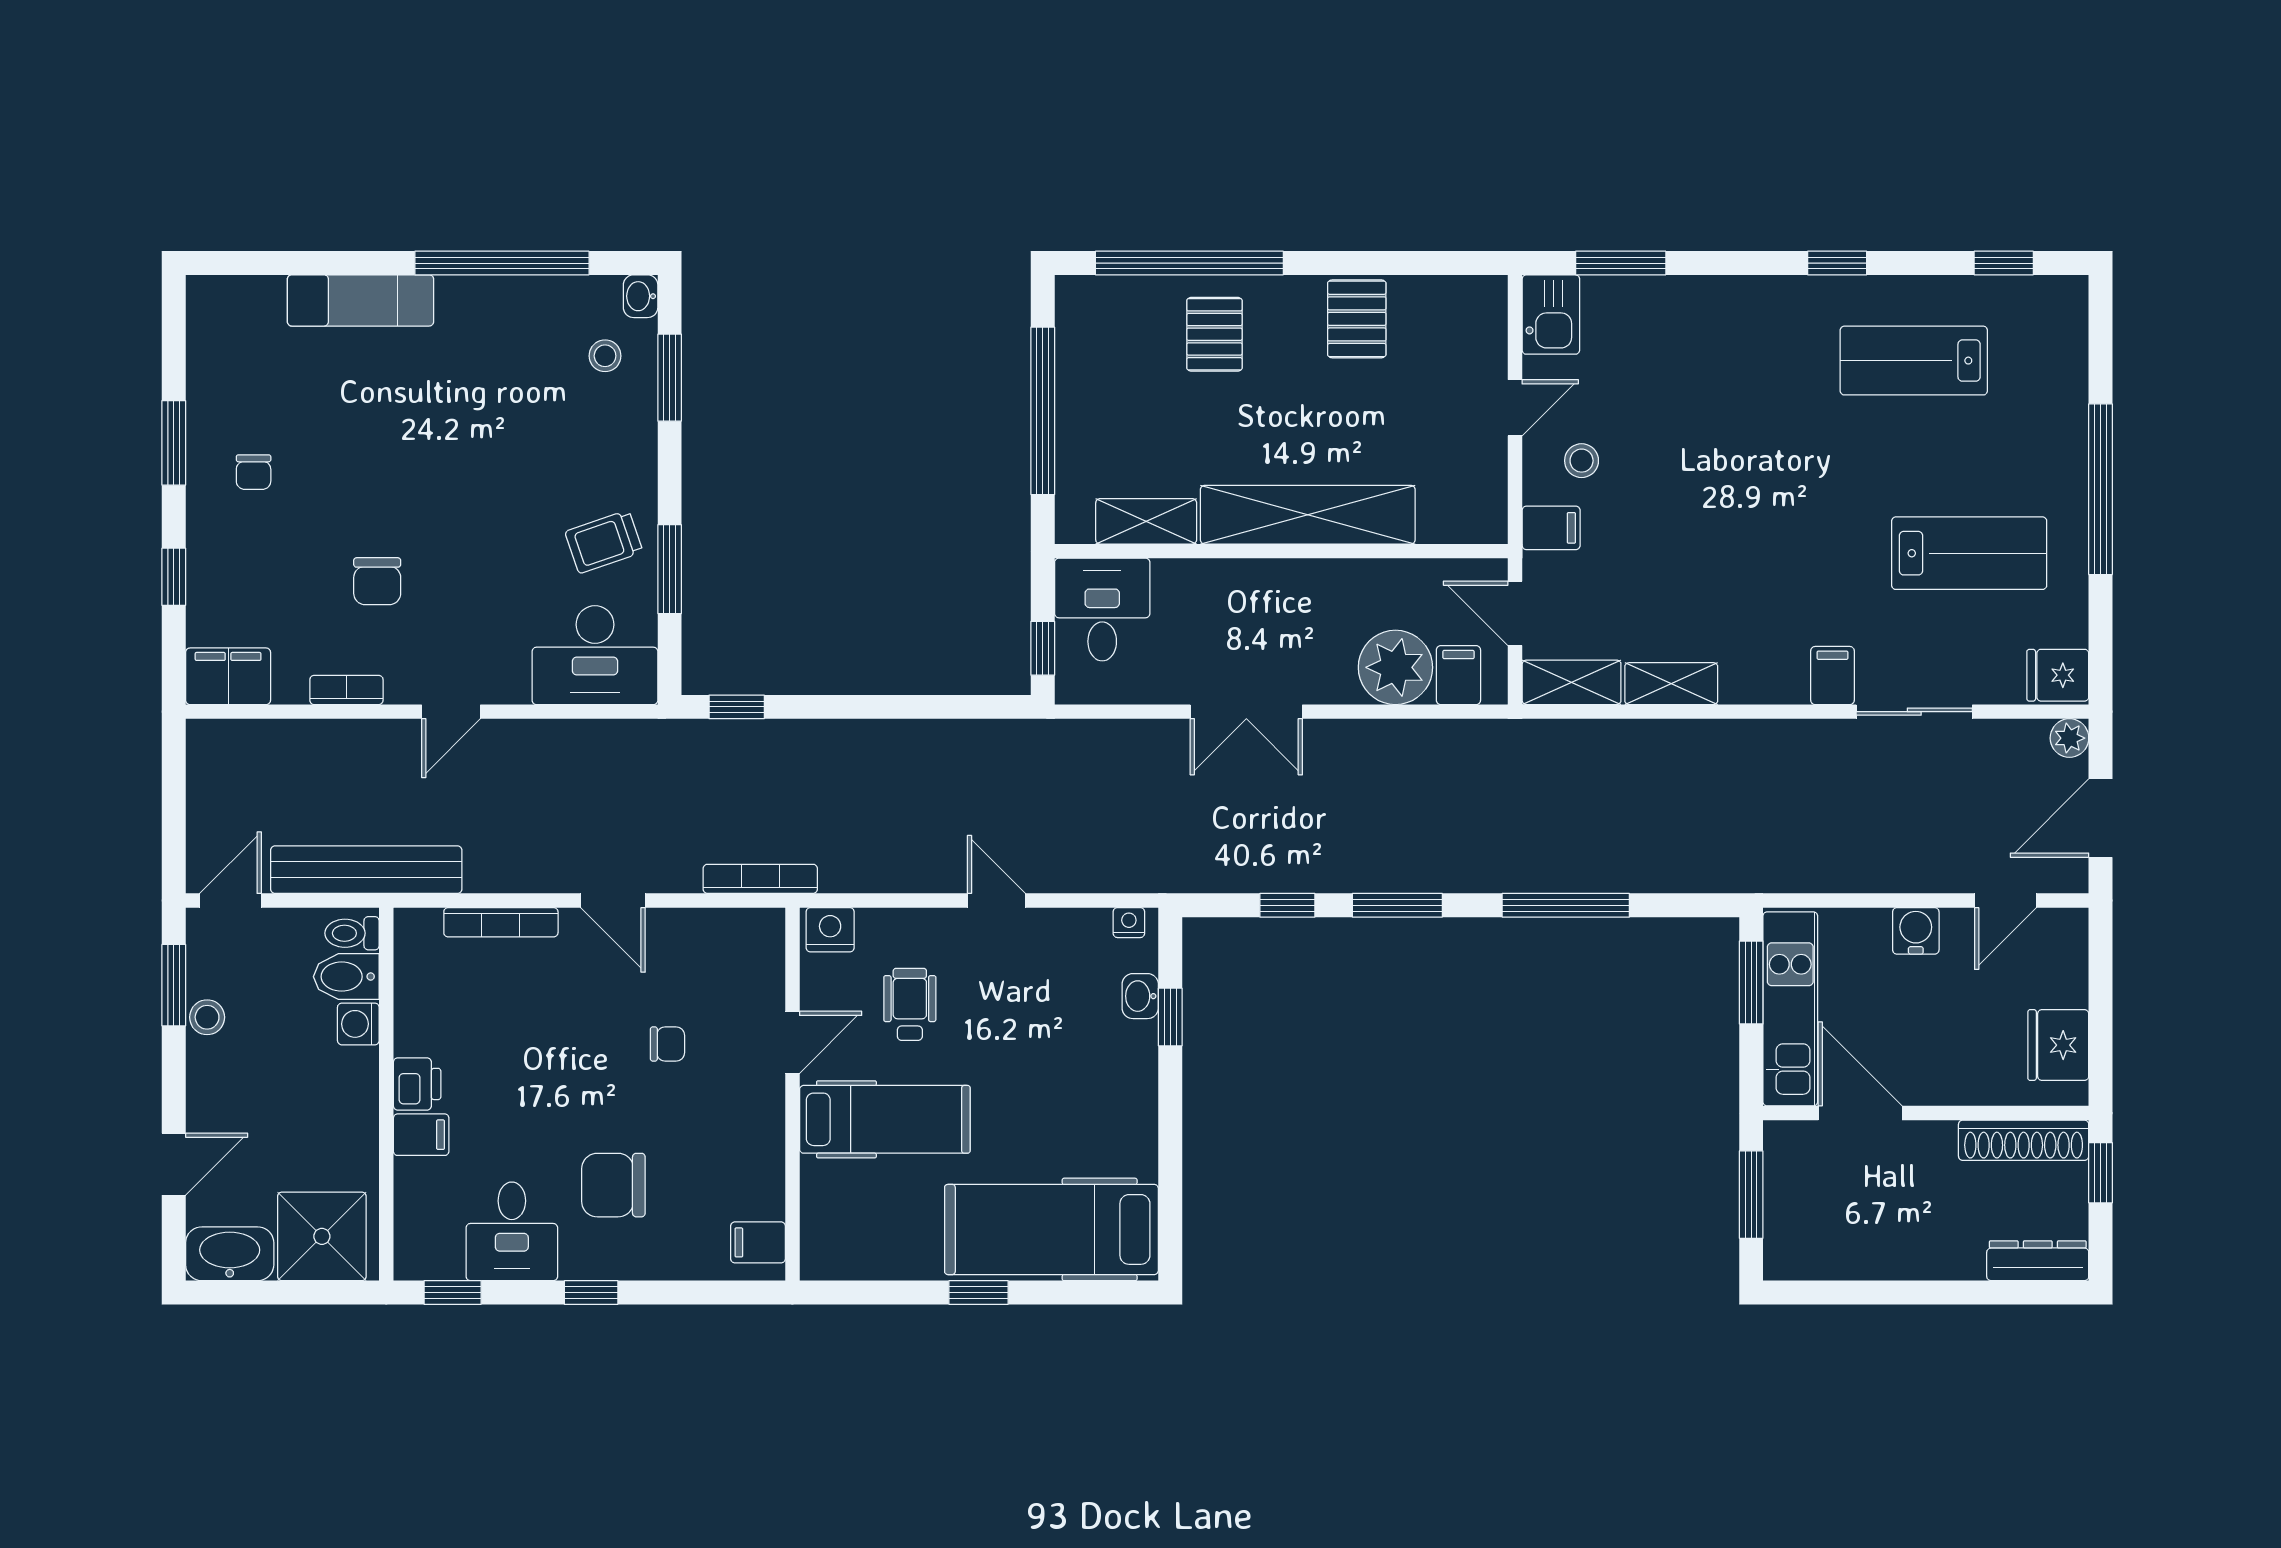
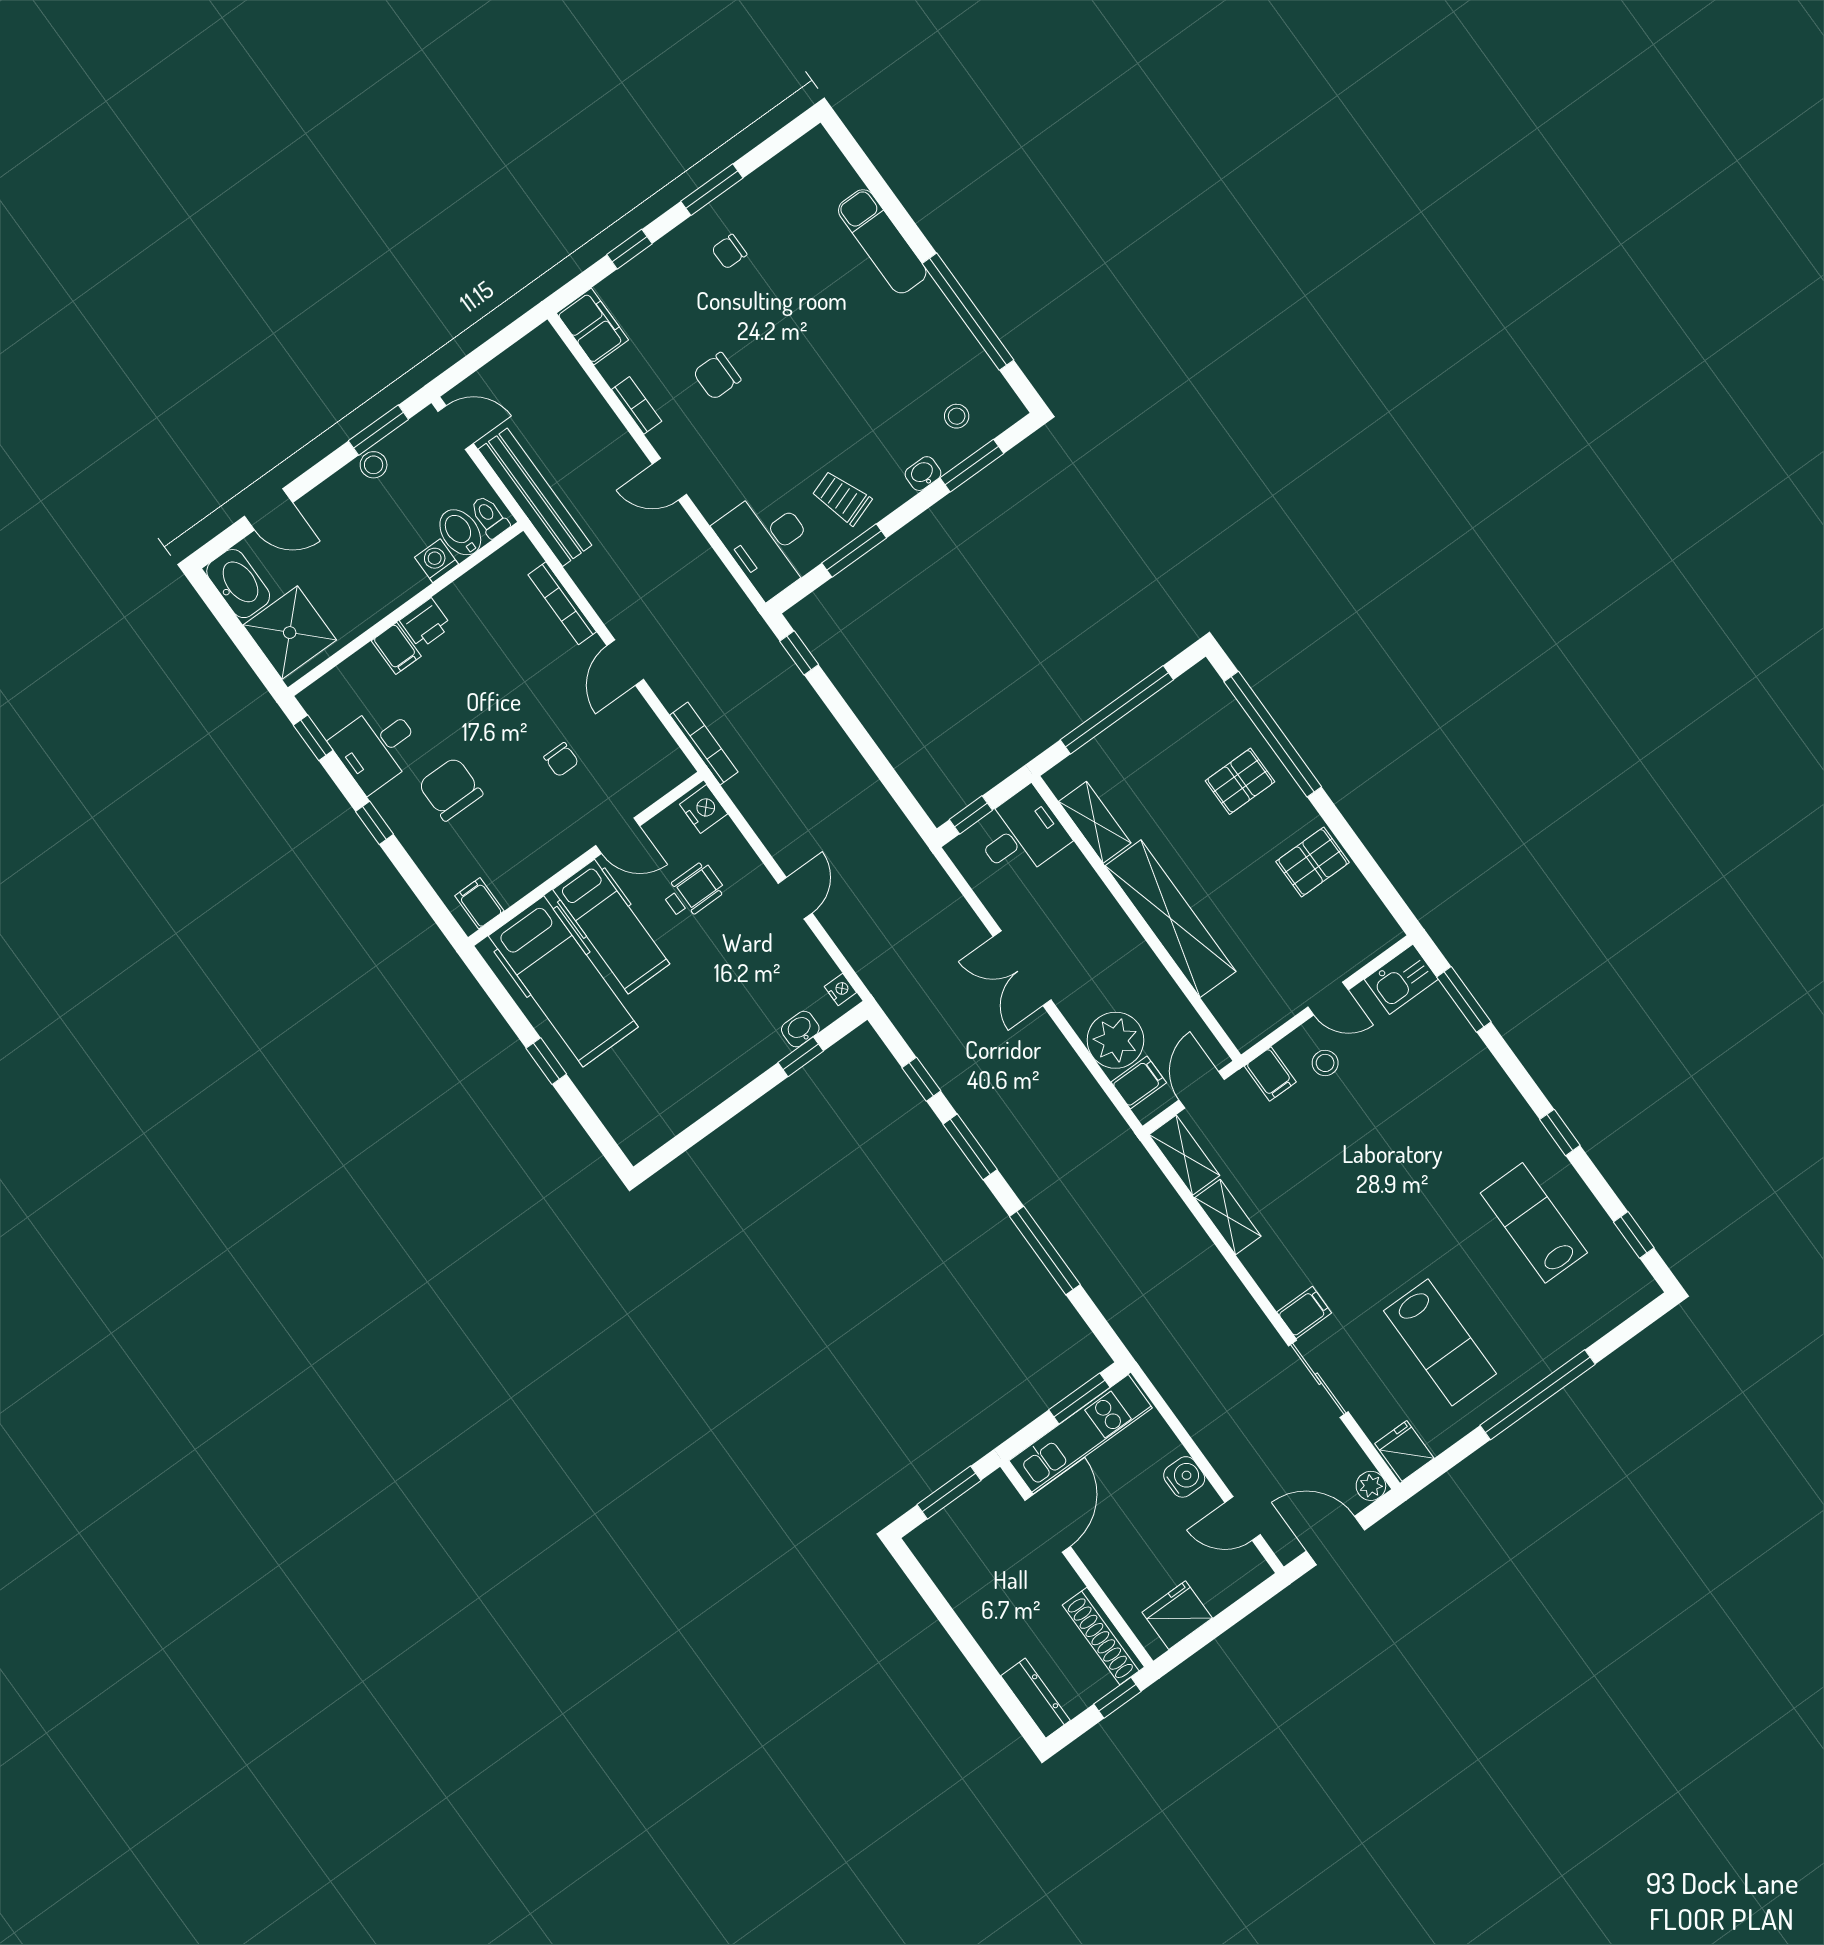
washbasin: (641, 296) -> (923, 474), moved
hospital bed: (1051, 1229) -> (563, 981), moved, turned 180

